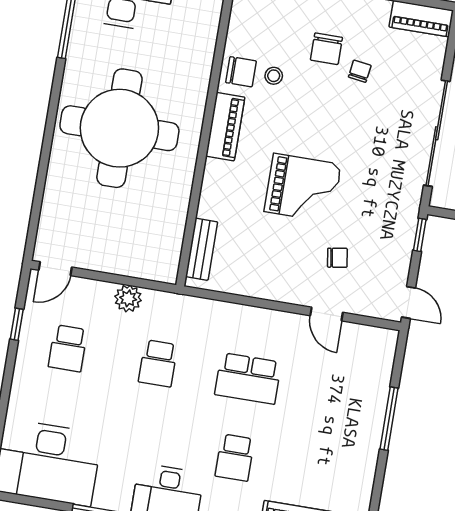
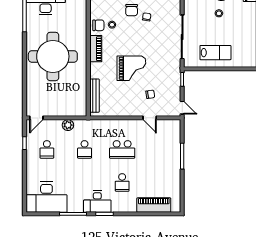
bench: (202, 249) -> (94, 96), width x1.36

